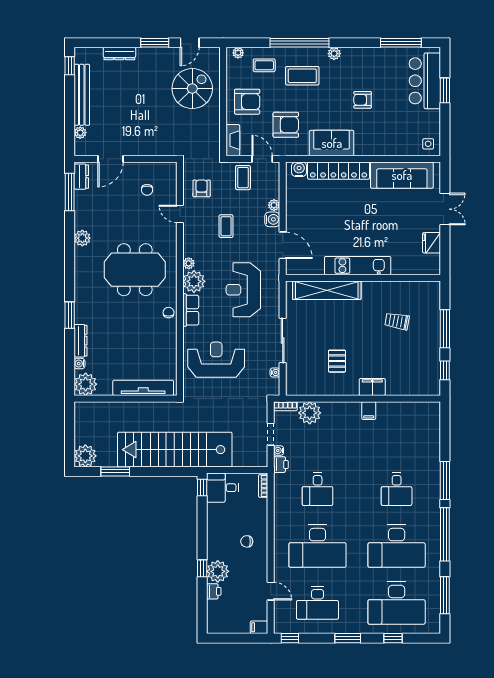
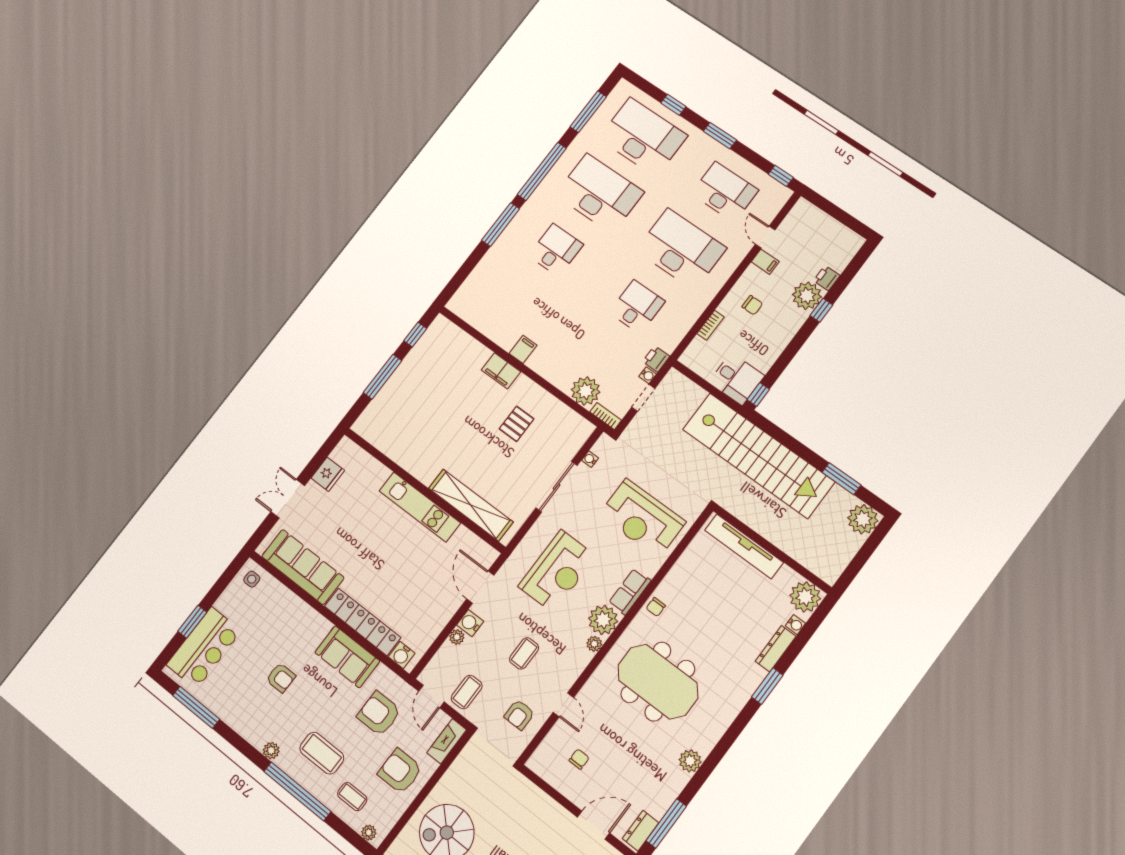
trolley: (397, 321) -> (424, 420), removed
bookcase: (263, 486) -> (711, 325), moved
filing cabinet: (259, 627) -> (765, 262), moved

